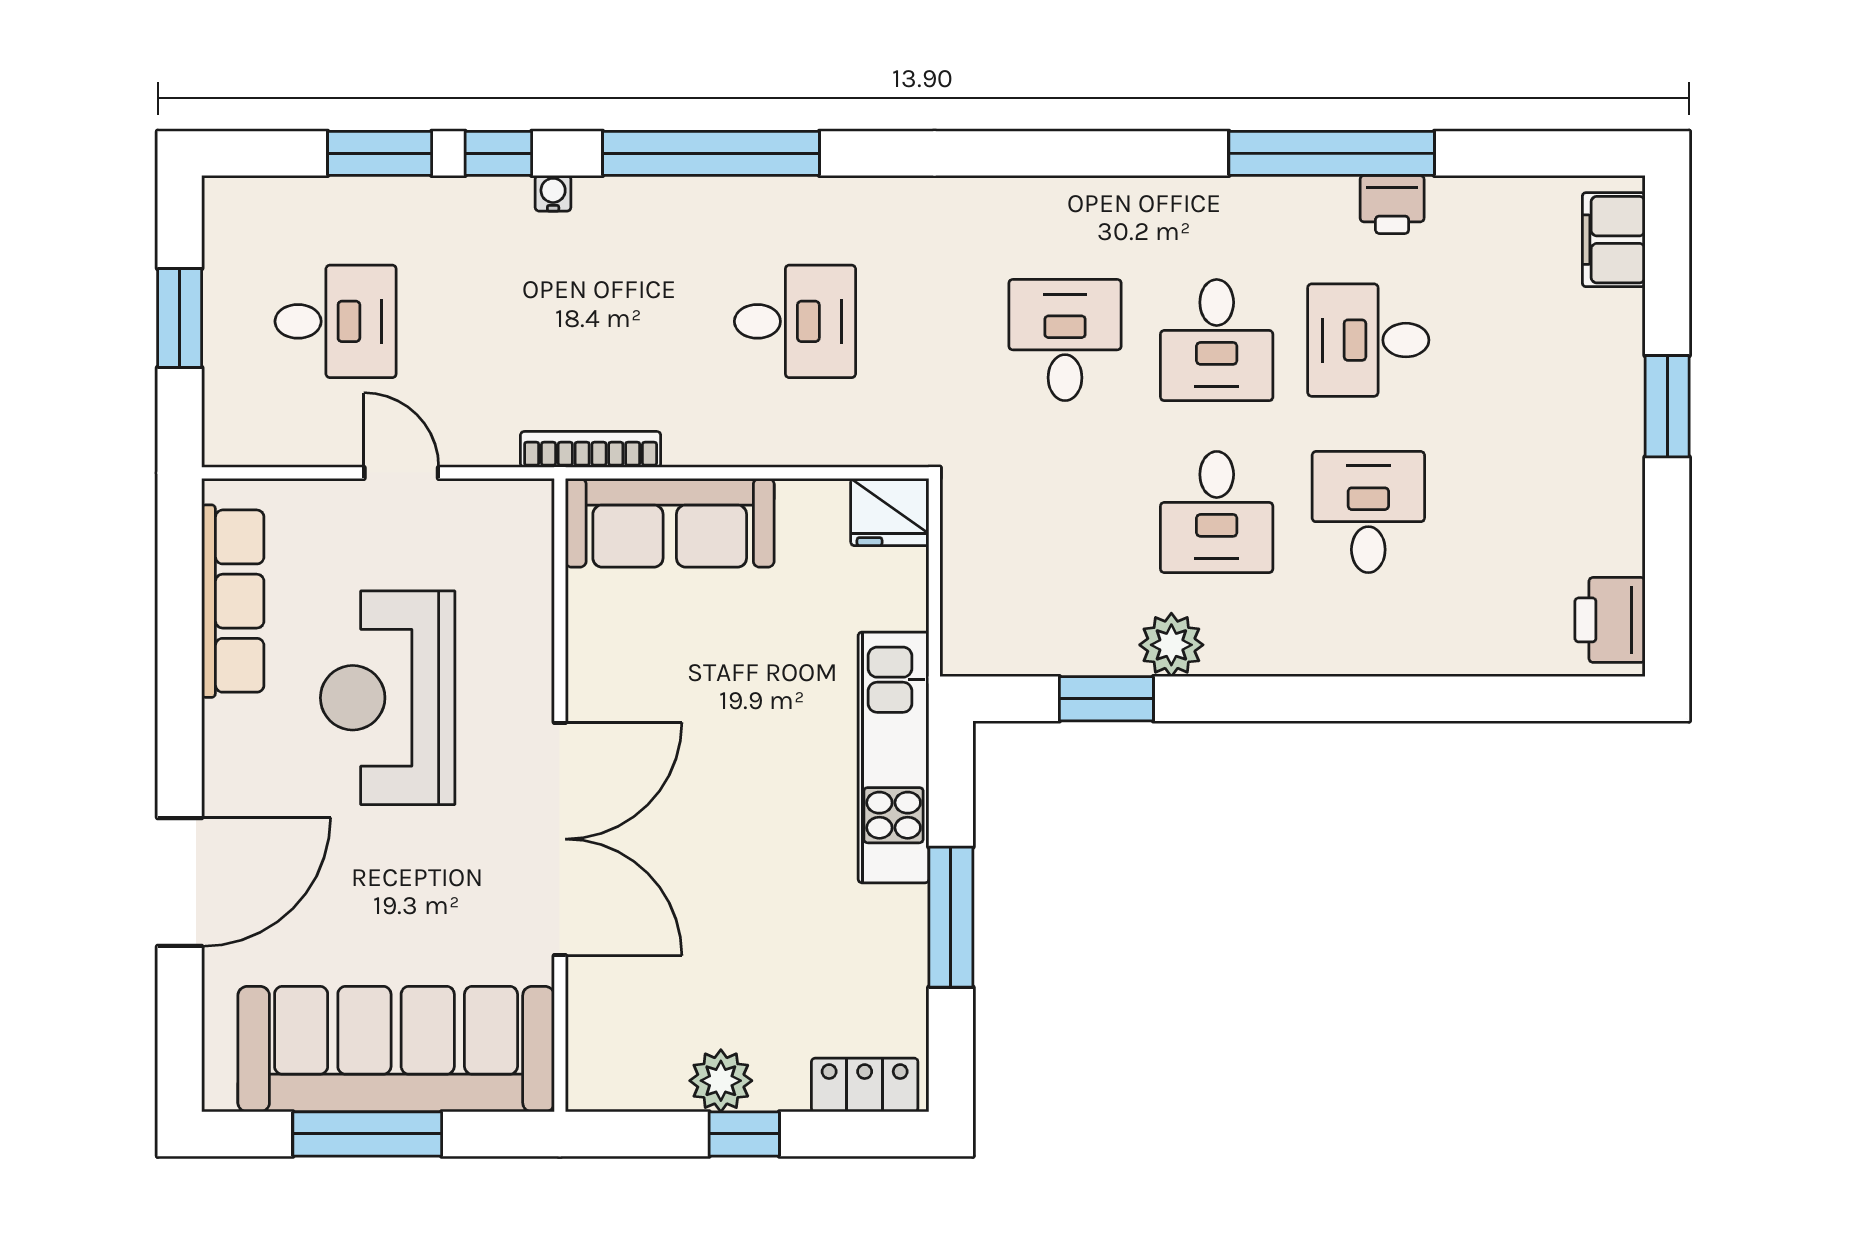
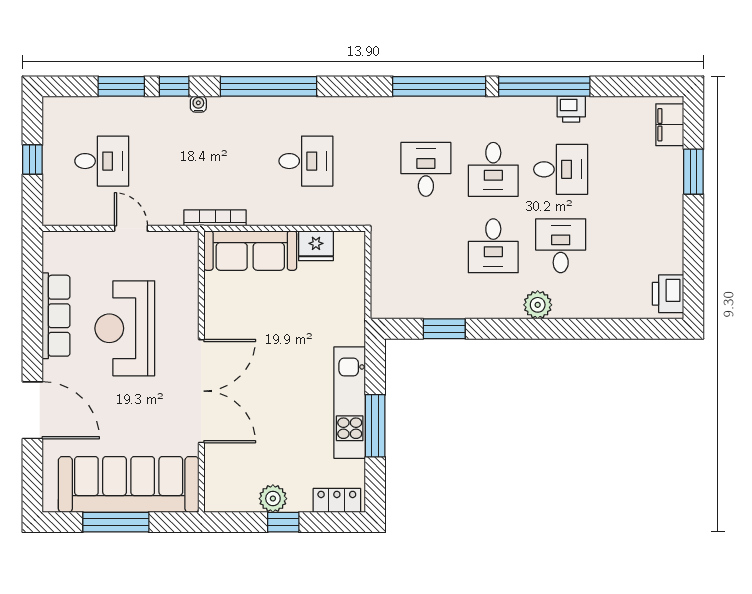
window: (1095, 153) -> (439, 86), added
window: (180, 318) -> (32, 160), width x0.67
desk: (1368, 340) -> (561, 169), turned 180
window: (1667, 406) -> (693, 172), moved
fridge: (890, 512) -> (316, 246), moved
row of seats: (233, 601) -> (56, 316), moved
plant: (1171, 645) -> (538, 305), moved
kitchen unit: (894, 757) -> (350, 403), moved
door: (180, 882) -> (32, 410), hinge flipped

